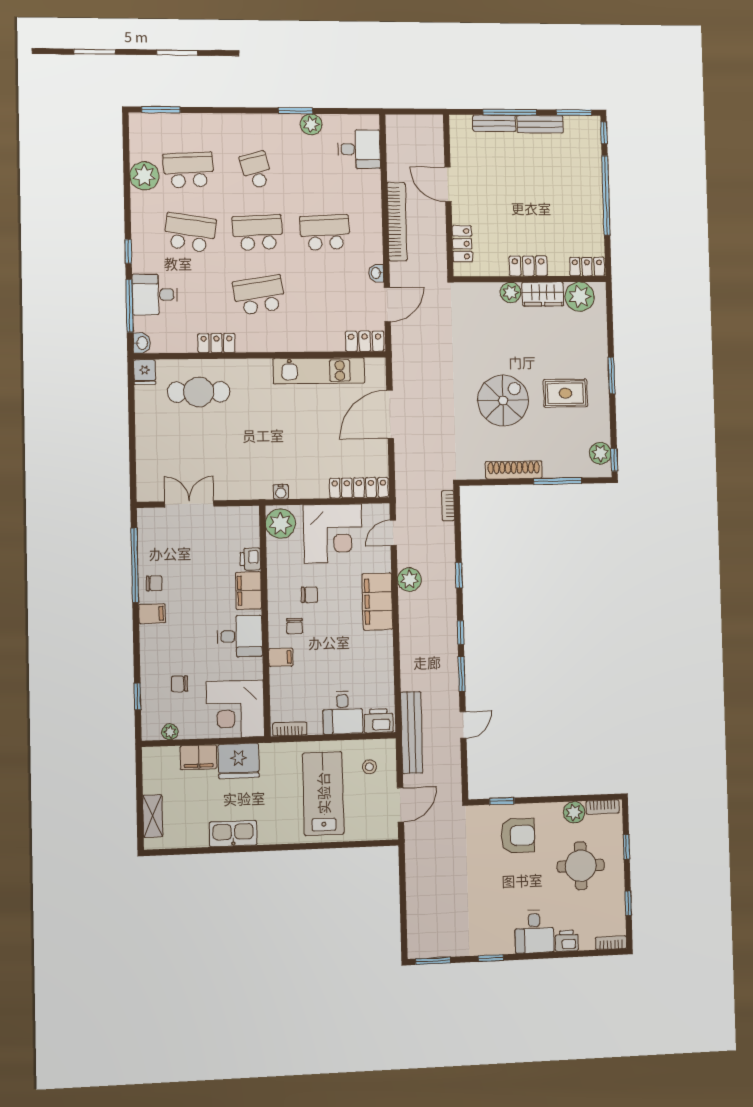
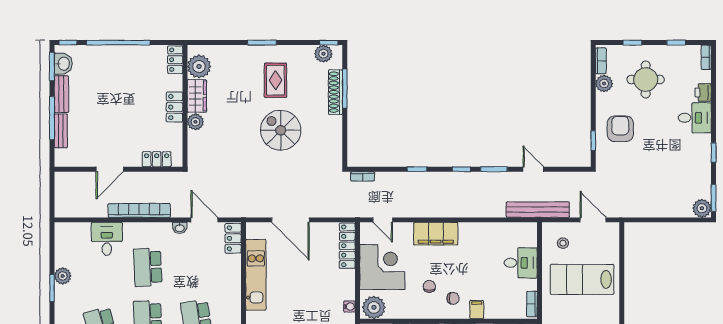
washbasin: (578, 127) -> (63, 64), added
desk: (359, 149) -> (107, 239), moved
shoe rack: (514, 470) -> (335, 92), moved
plant: (409, 580) -> (702, 208), moved
printer: (379, 721) -> (528, 235), removed

